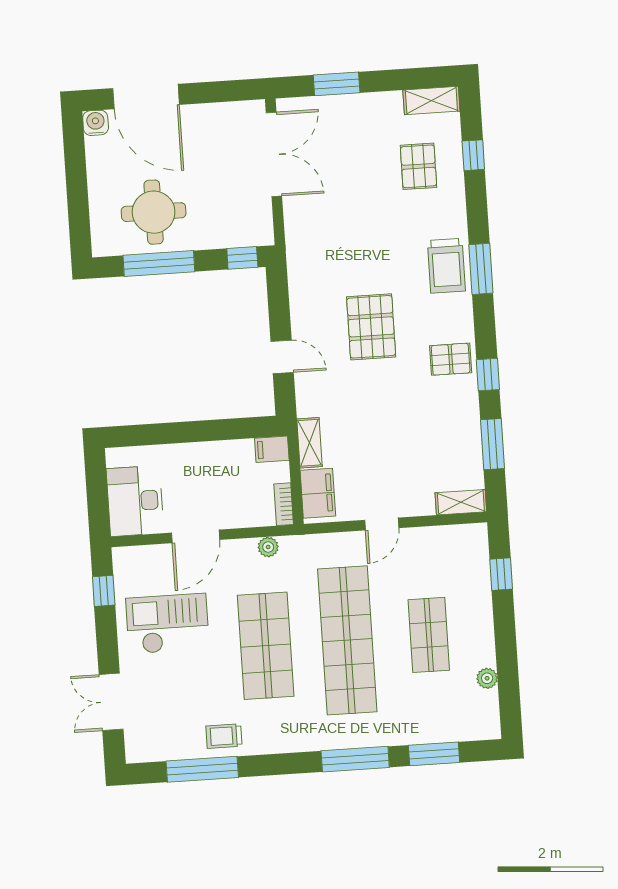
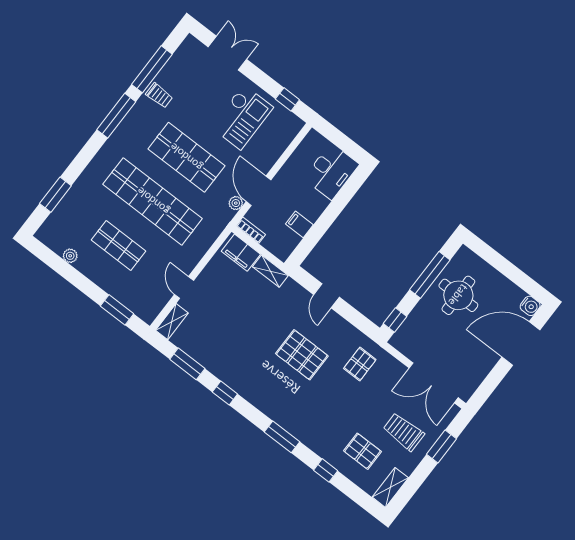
window: (473, 155) -> (326, 470), moved
trolley: (446, 266) -> (404, 432), moved
door: (282, 357) -> (327, 296), hinge flipped
pallet: (451, 359) -> (360, 364), moved
filing cabinet: (272, 449) -> (299, 224), moved, turned -90
desk: (135, 501) -> (331, 171), moved, turned 90
door: (382, 524) -> (184, 287), moved
door: (196, 536) -> (258, 191), moved
window: (501, 574) -> (117, 310), width x1.50
trolley: (224, 736) -> (159, 95), turned 90
window: (355, 759) -> (116, 116), moved

